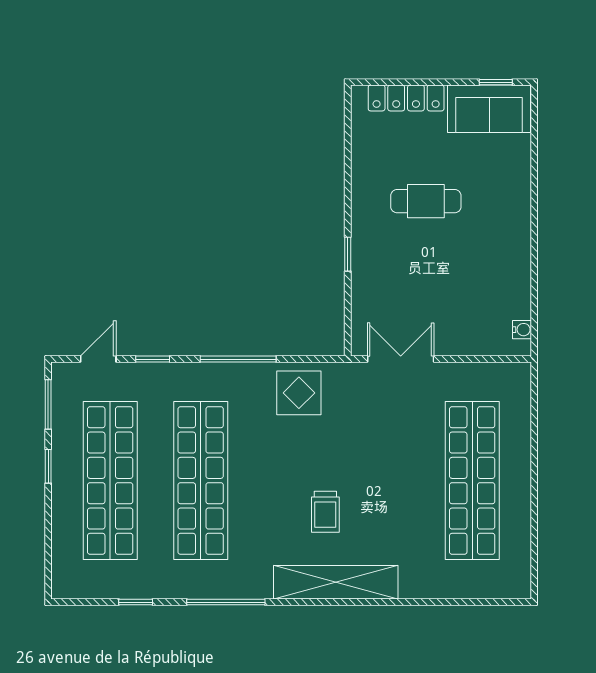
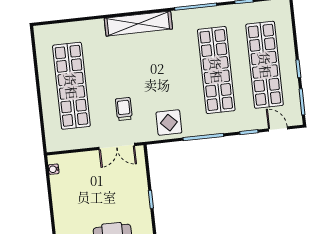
door: (98, 359) -> (278, 129), swing flipped
trolley: (325, 512) -> (124, 109), moved

